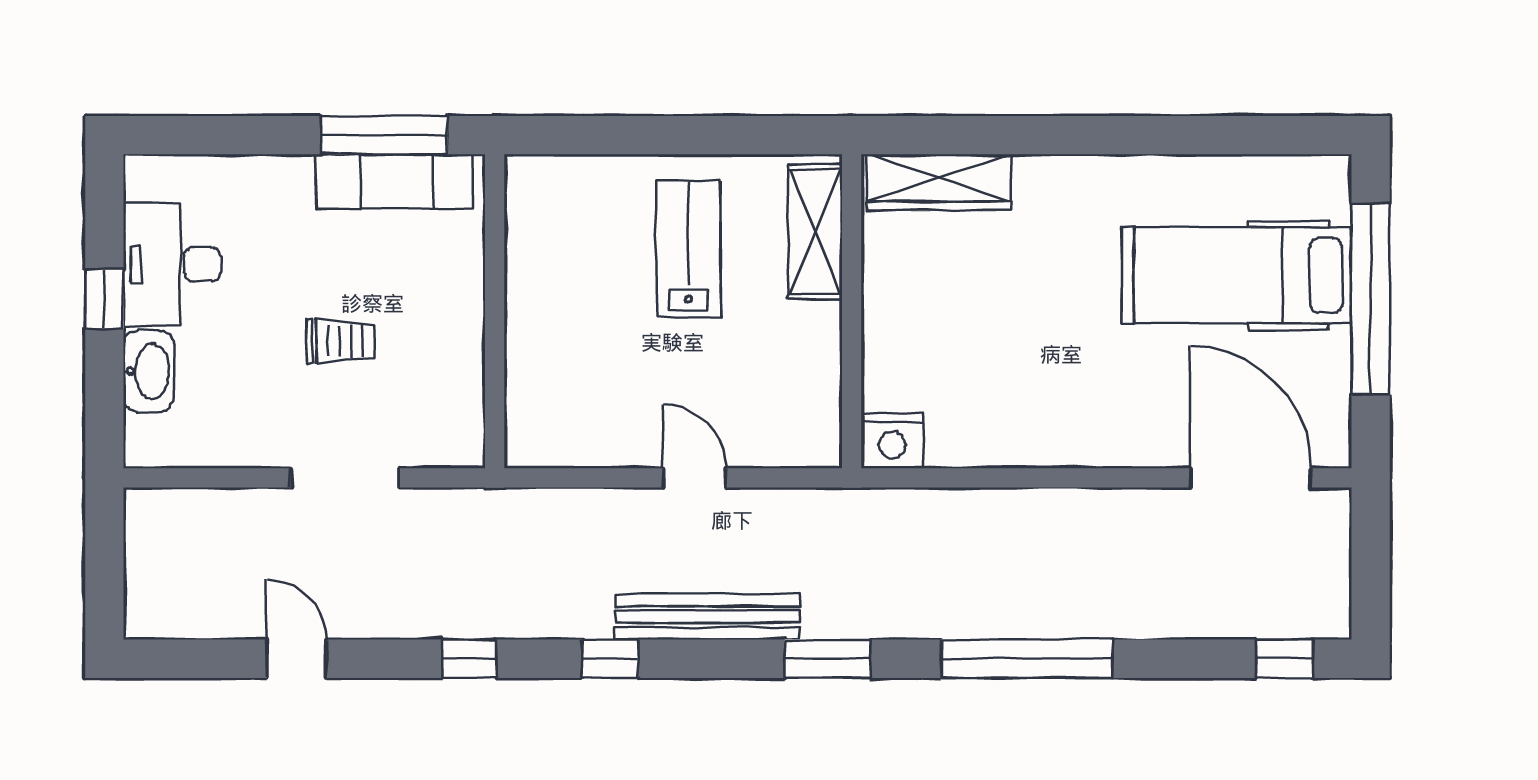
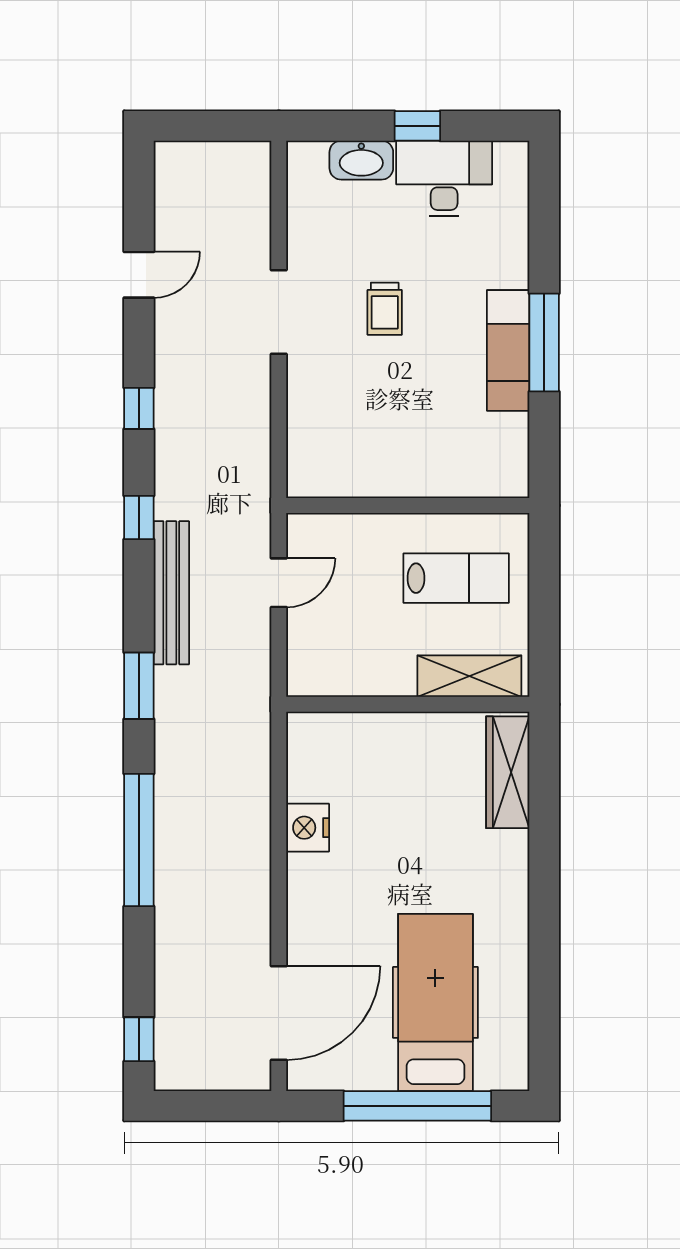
wall: (495, 311) -> (408, 505), moved
nightstand: (892, 441) -> (308, 828), moved

